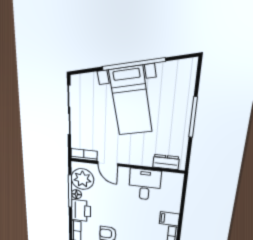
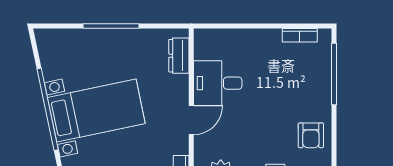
door: (108, 164) -> (191, 120), moved
filing cabinet: (169, 219) -> (270, 42), removed

